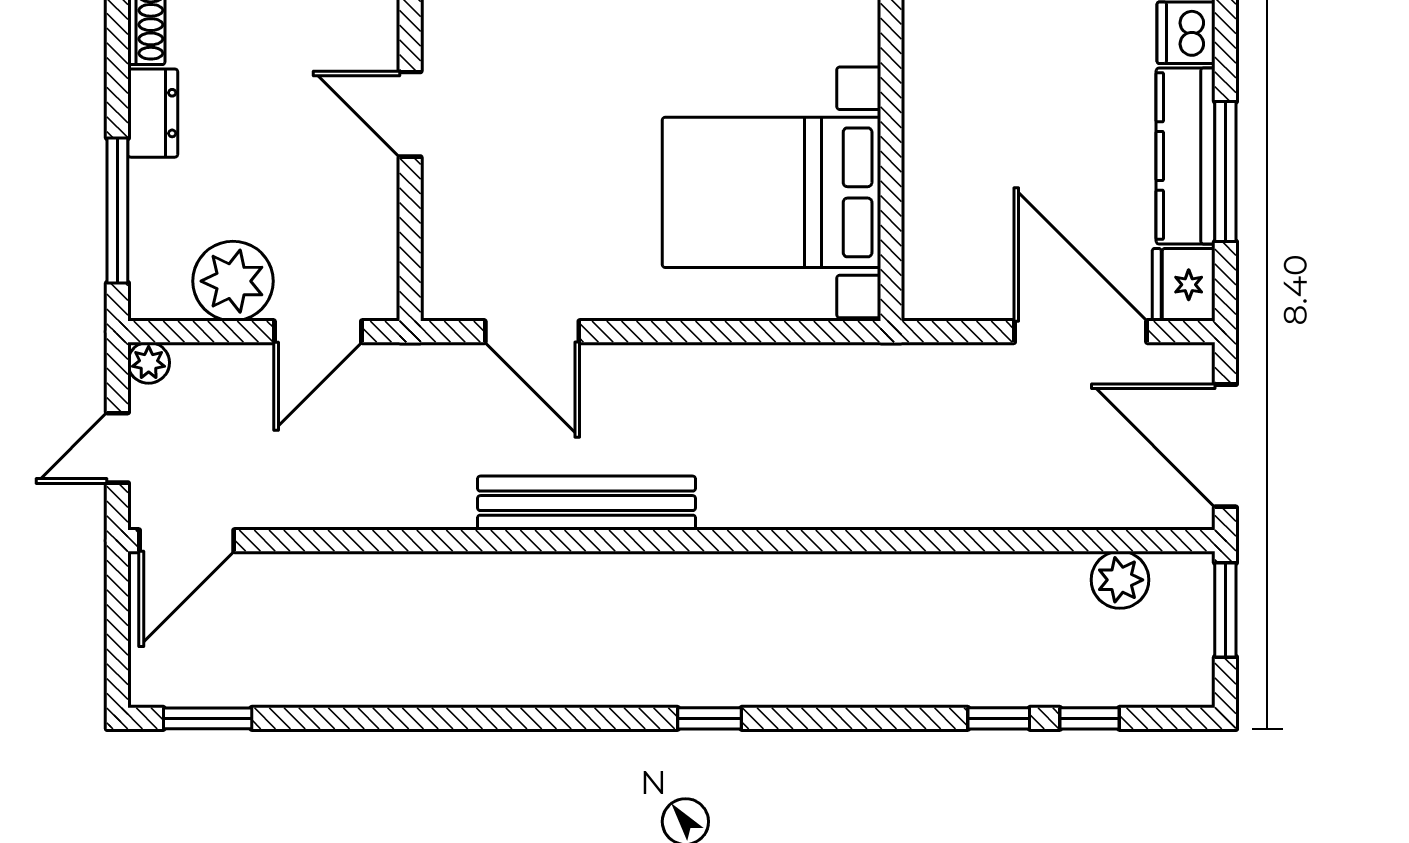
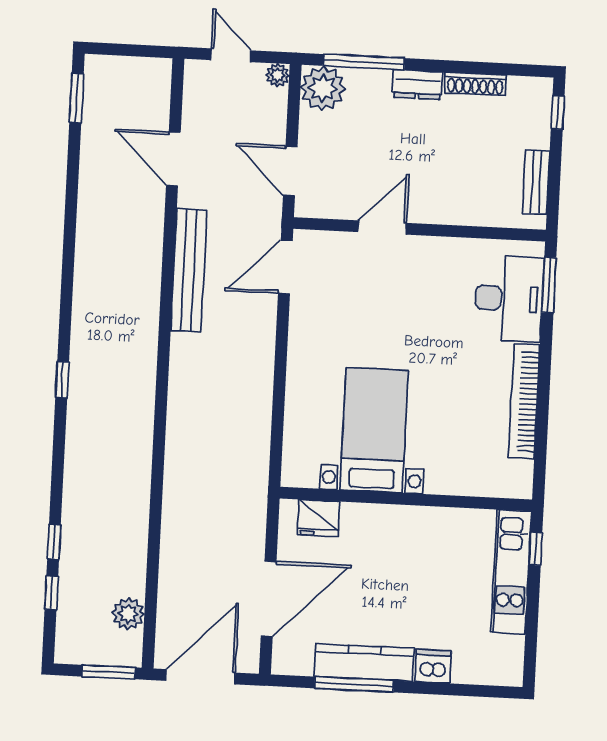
door: (410, 114) -> (382, 227), moved
bed with nightstands: (771, 192) -> (374, 430), width x0.73
plant: (233, 281) -> (323, 88), moved
fridge: (1184, 285) -> (318, 518), moved, turned 180
door: (532, 332) -> (285, 267), moved
bench: (586, 503) -> (189, 270), moved
door: (187, 541) -> (173, 159), moved

